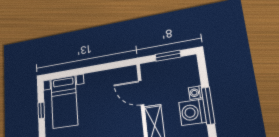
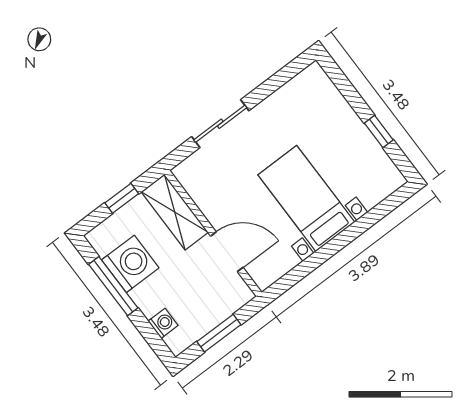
washing machine: (196, 93) -> (163, 323), moved
bed with nightstands: (64, 102) -> (306, 198), moved

